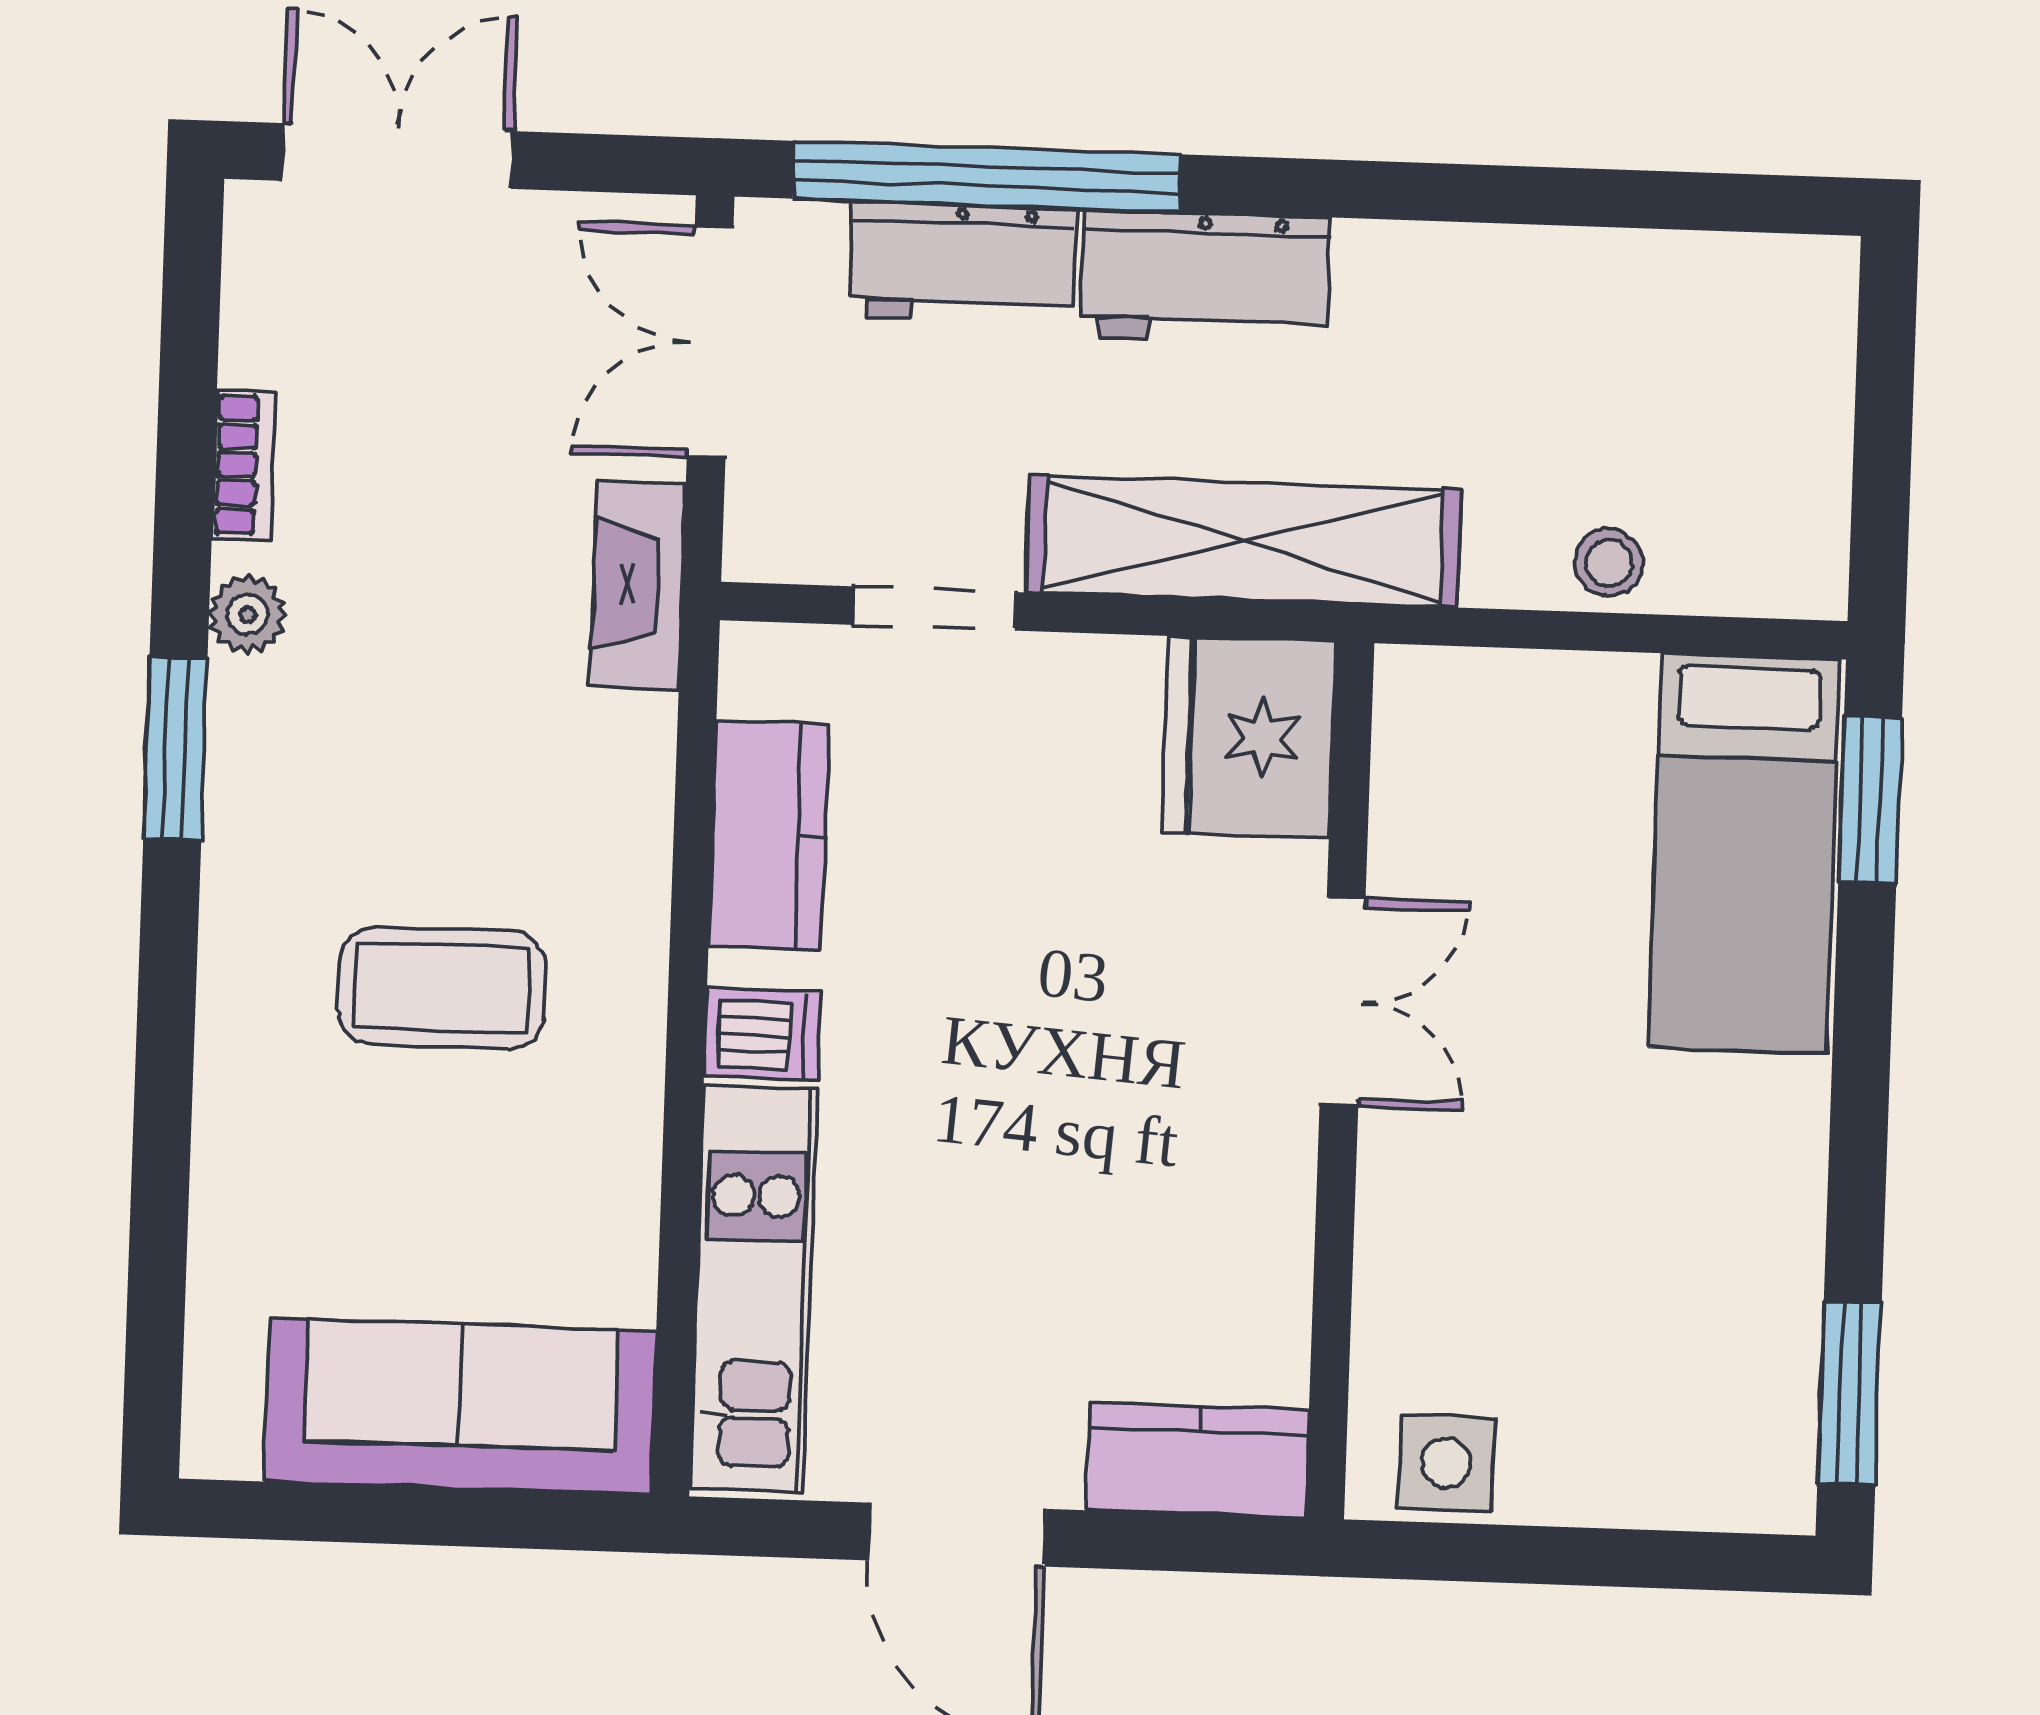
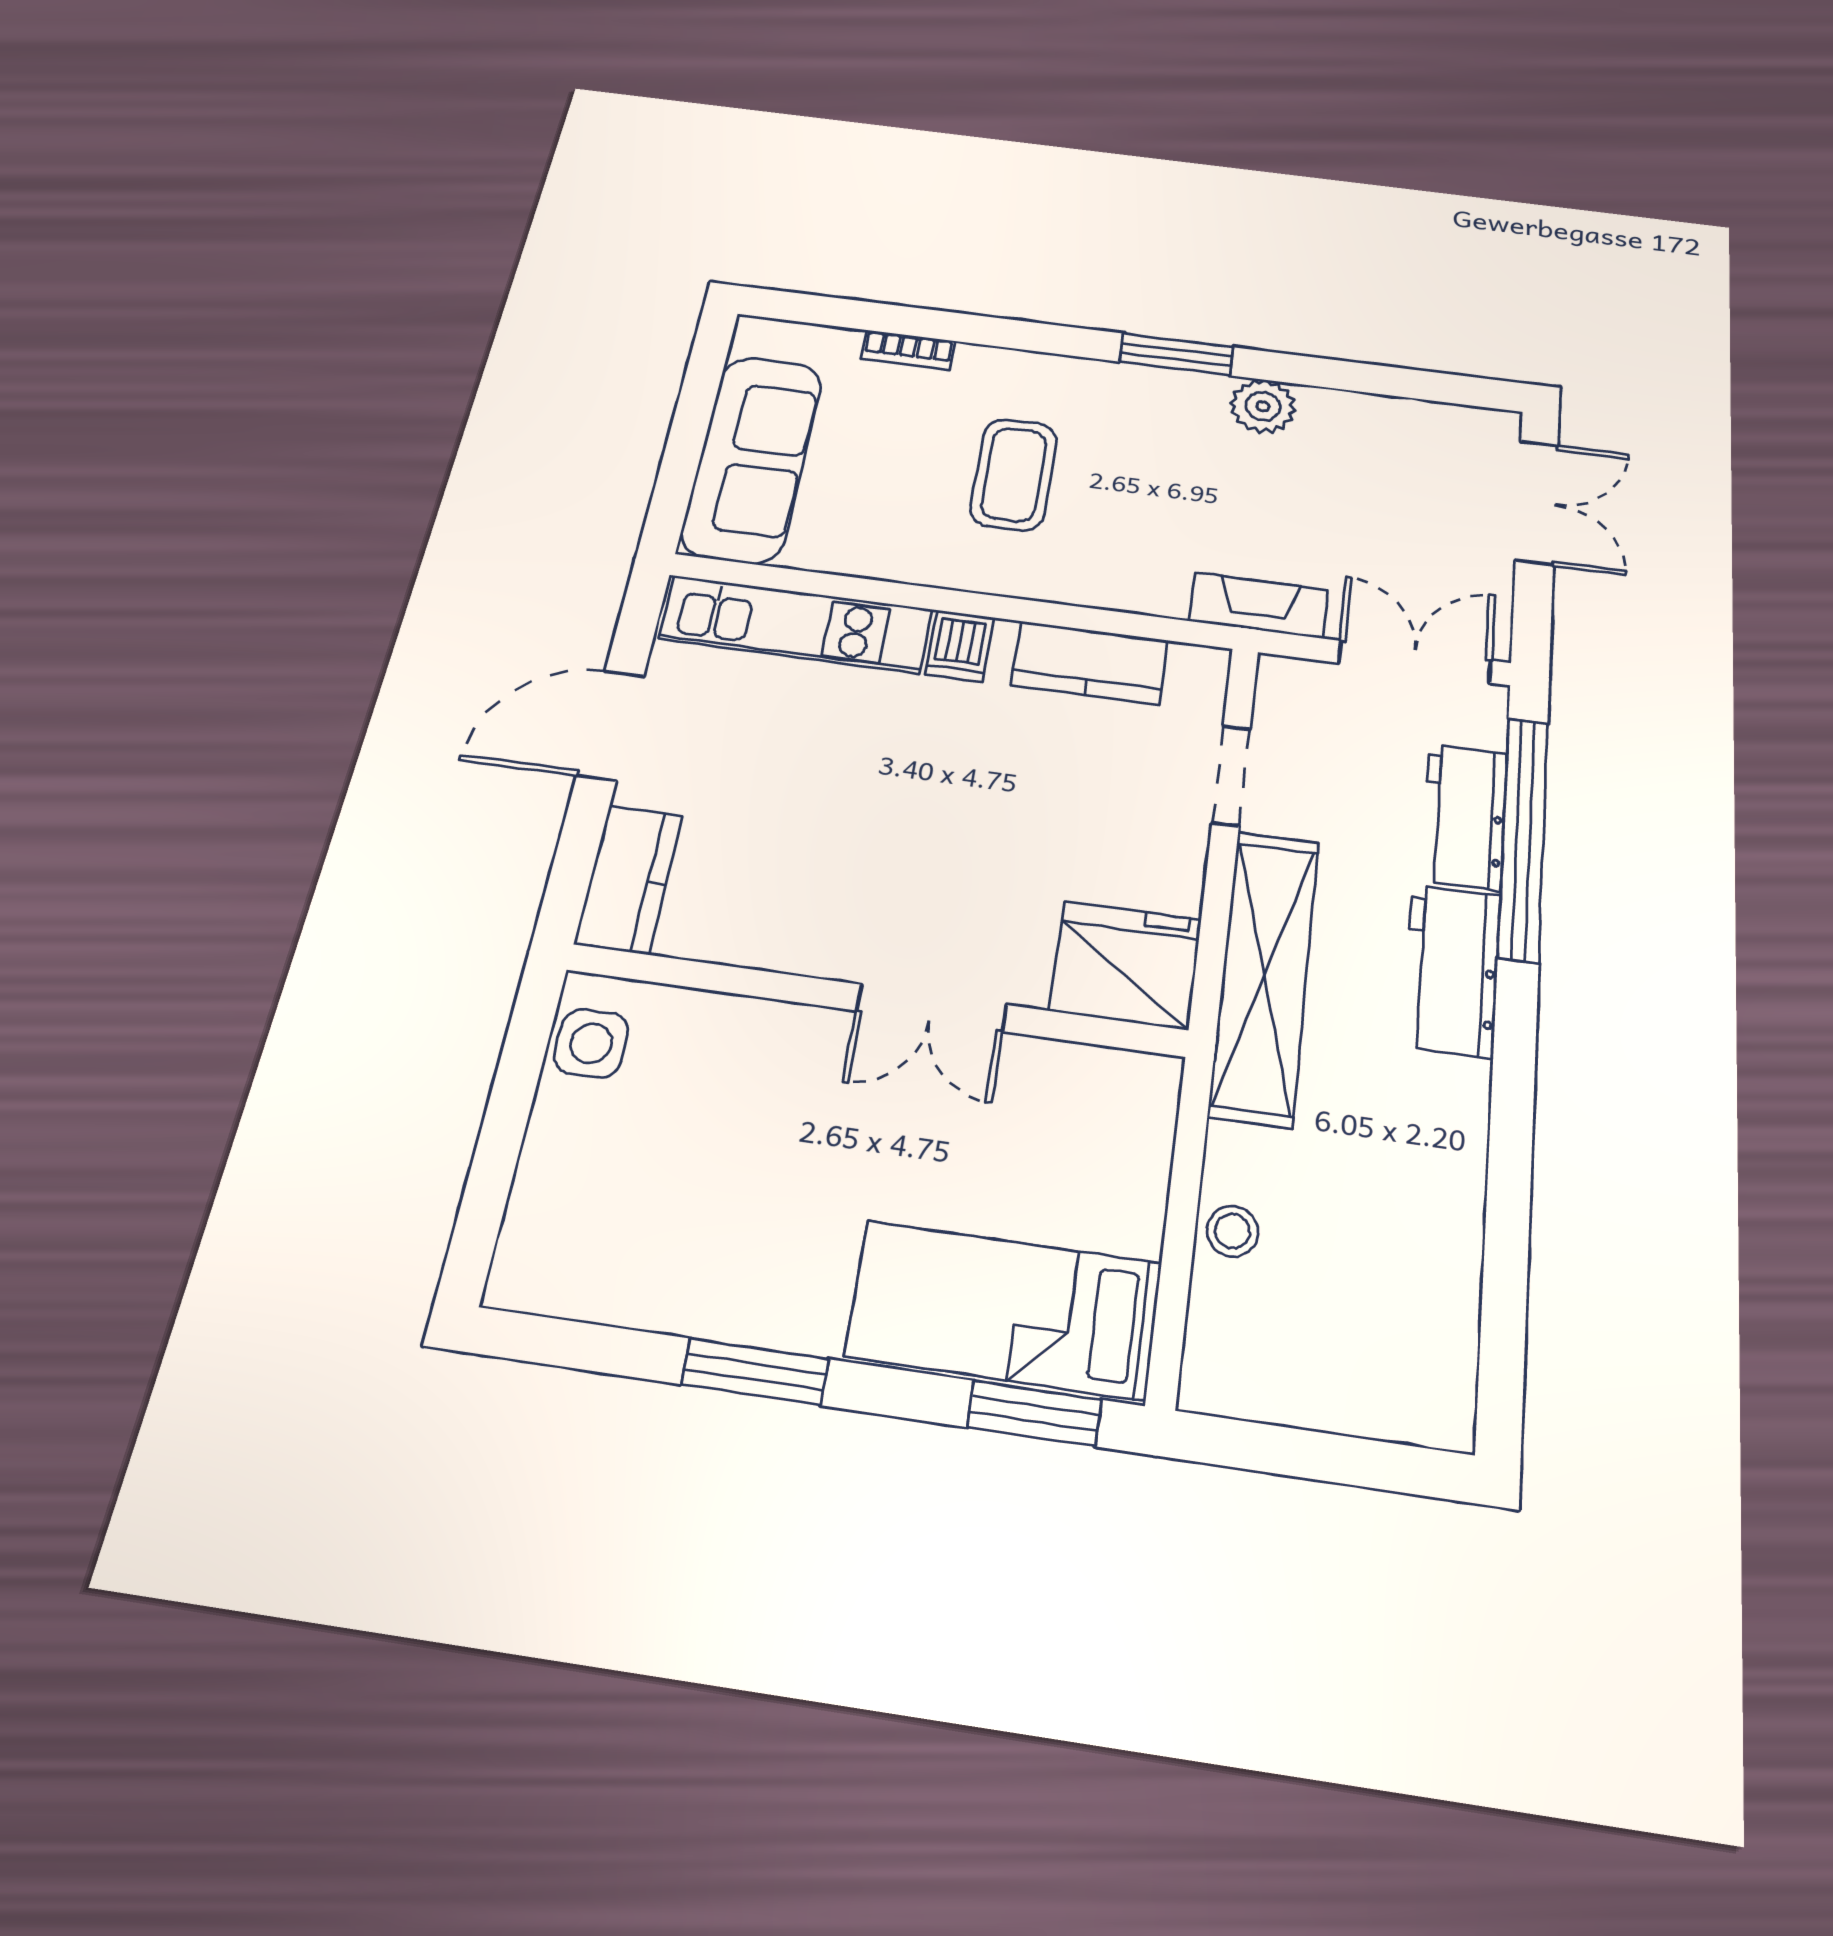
bookcase: (244, 465) -> (908, 350), moved
plant: (248, 615) -> (1263, 406), width x1.38, depth x1.38
window: (1849, 1394) -> (755, 1372), moved

